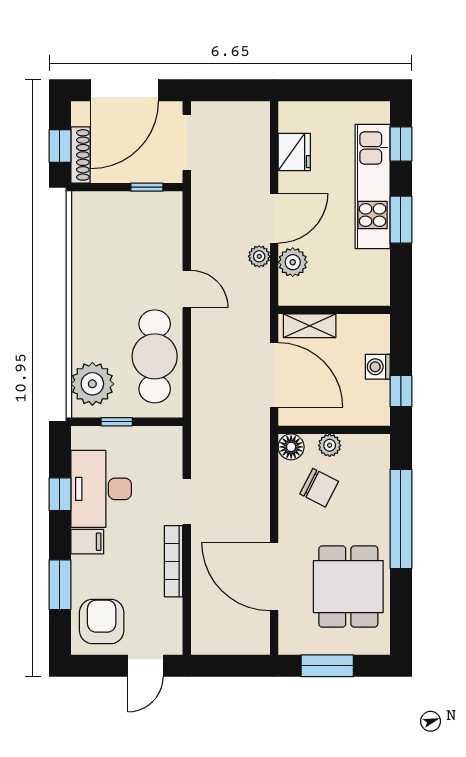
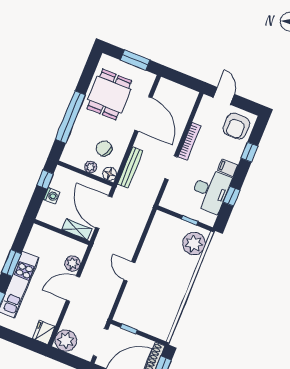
fridge: (294, 152) -> (44, 333), moved
plant: (259, 256) -> (66, 341), moved, width x1.88, depth x1.88
cafe table: (155, 356) -> (158, 245), removed
bench: (259, 473) -> (130, 168), added
window: (60, 585) -> (249, 152), width x0.67
door: (145, 666) -> (224, 96), hinge flipped

